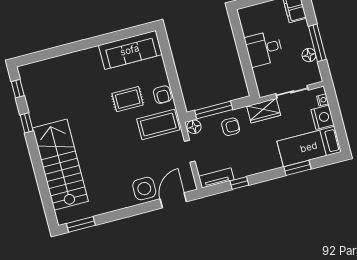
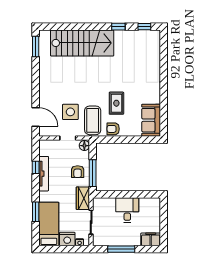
sofa: (130, 50) -> (151, 120), width x0.73
floor lamp: (309, 55) -> (114, 241), removed
window: (214, 110) -> (93, 173), moved
tv unit: (216, 178) -> (44, 174), moved, width x1.41
side table: (144, 189) -> (70, 112), moved

